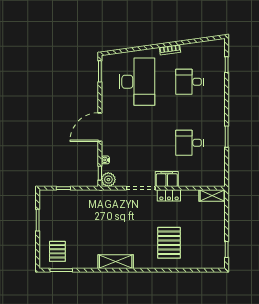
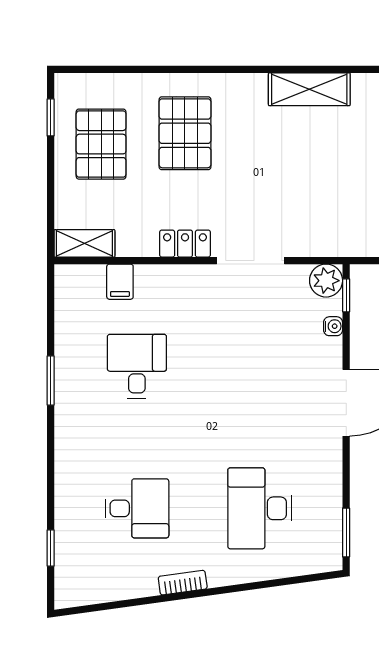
desk: (137, 82) -> (260, 508), width x0.73, depth x0.77
desk: (190, 143) -> (137, 366), turned -90
filing cabinet: (167, 179) -> (120, 282), moved, width x0.50
pallet: (205, 238) -> (101, 144), added

